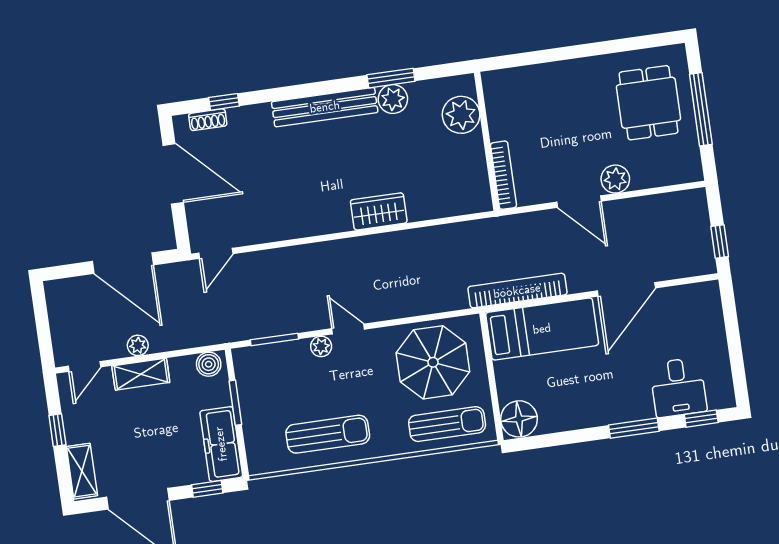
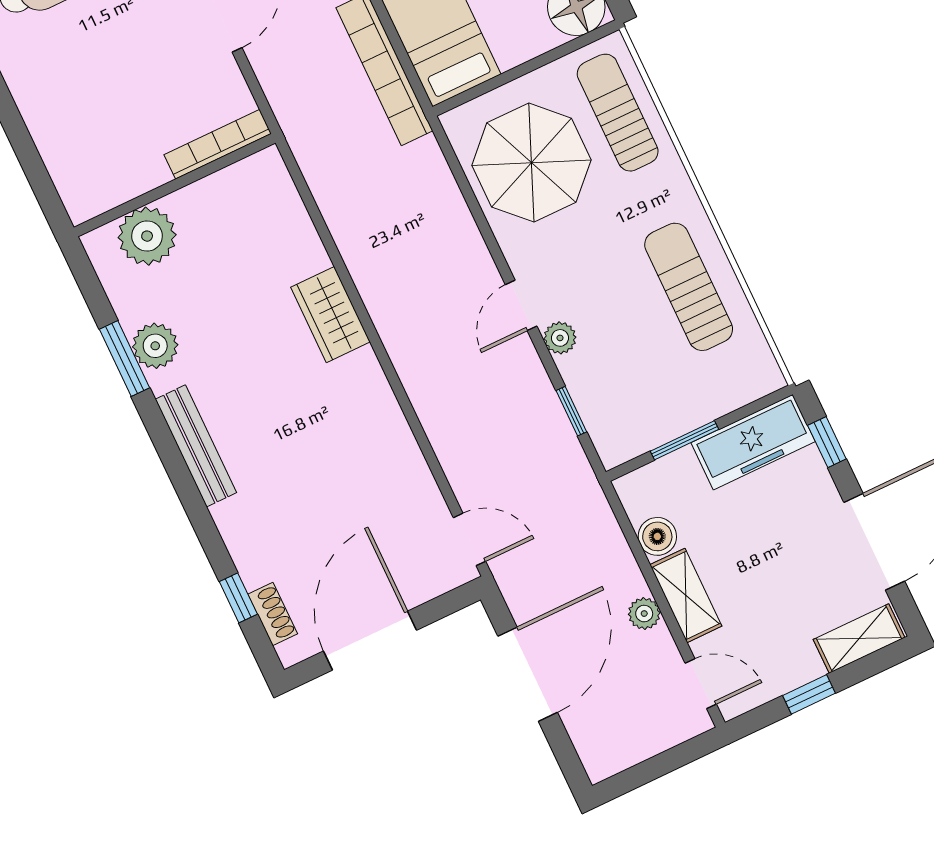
bench: (325, 107) -> (196, 446), width x0.73, depth x0.82
window: (274, 339) -> (571, 411), width x0.67
boiler: (209, 364) -> (657, 536), moved

